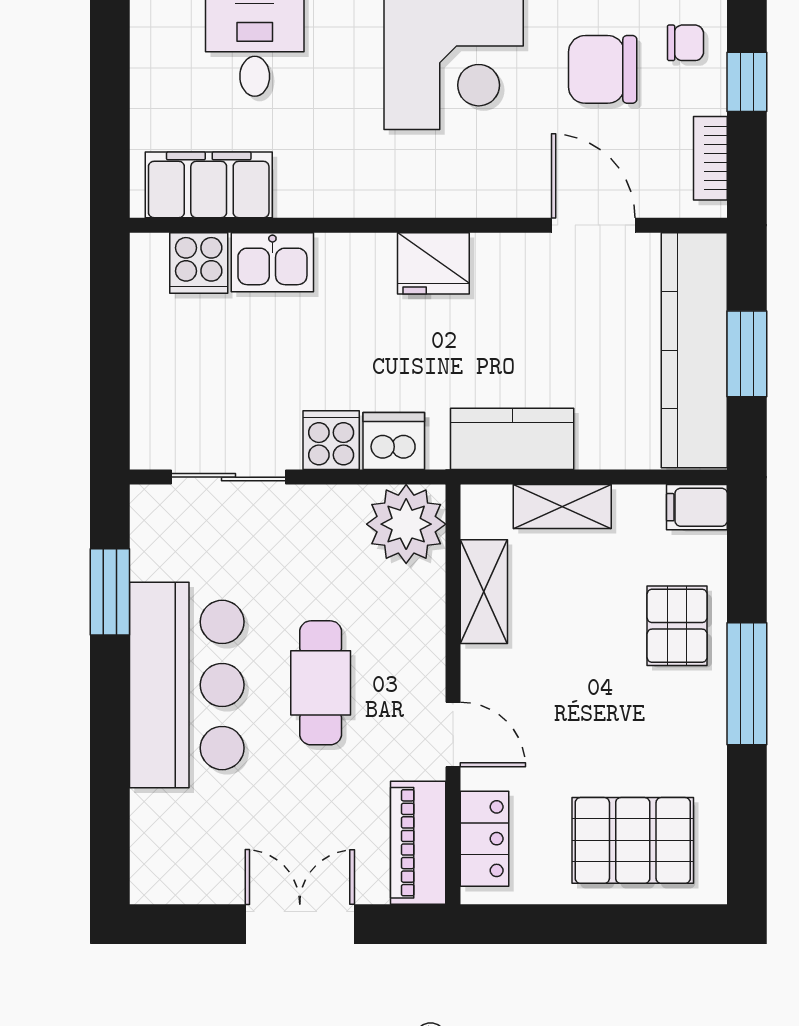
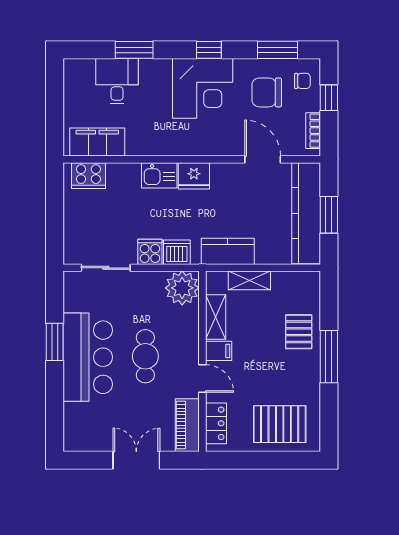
kitchen sink: (272, 262) -> (159, 175), moved
cooker: (199, 263) -> (88, 176), width x1.36
filing cabinet: (697, 507) -> (219, 351), moved, turned 180
window: (110, 592) -> (55, 342), moved

